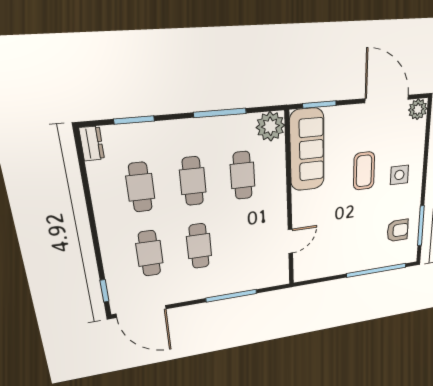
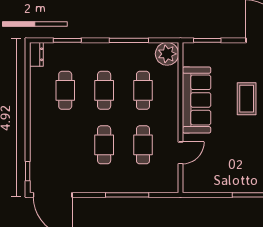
sofa: (307, 150) -> (197, 100), moved
cafe table: (149, 253) -> (143, 145), moved

